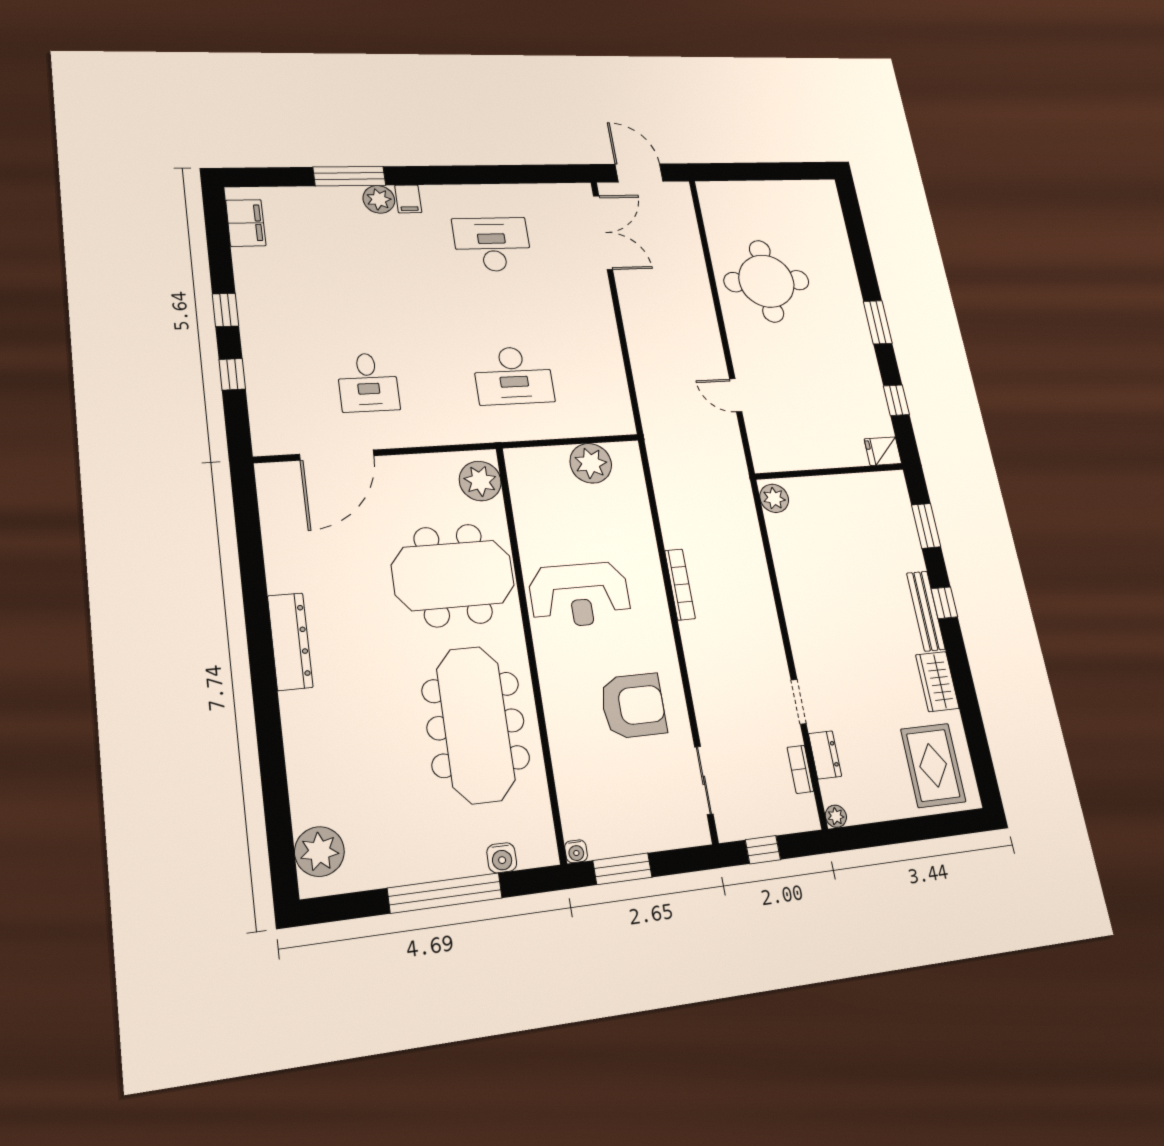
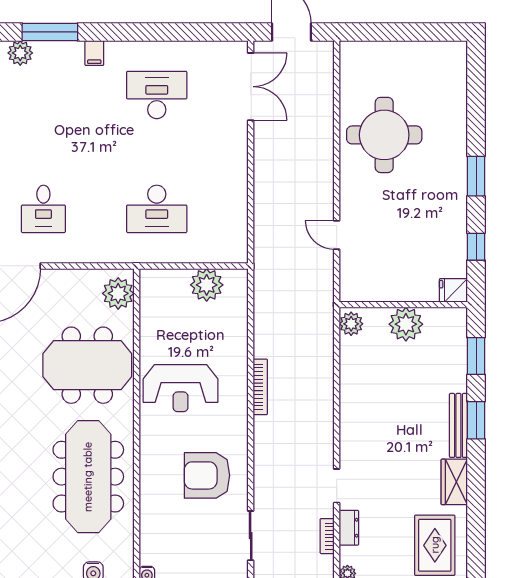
plant: (379, 199) -> (20, 53), moved
plant: (838, 494) -> (406, 324), added
window: (944, 603) -> (476, 420), width x1.50
armchair: (633, 706) -> (207, 475), turned 180

